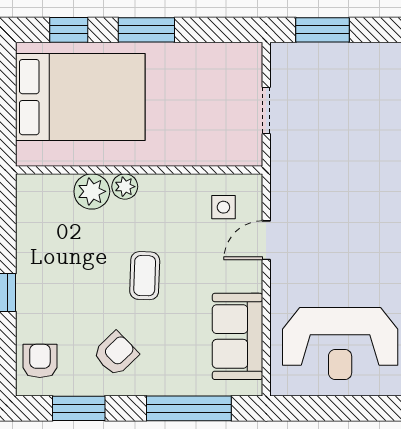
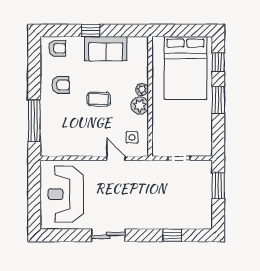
plant: (92, 191) -> (140, 106), moved
sofa: (237, 336) -> (106, 49), moved, turned 180
armchair: (116, 354) -> (61, 85), turned -46
window: (79, 408) -> (34, 67), removed

